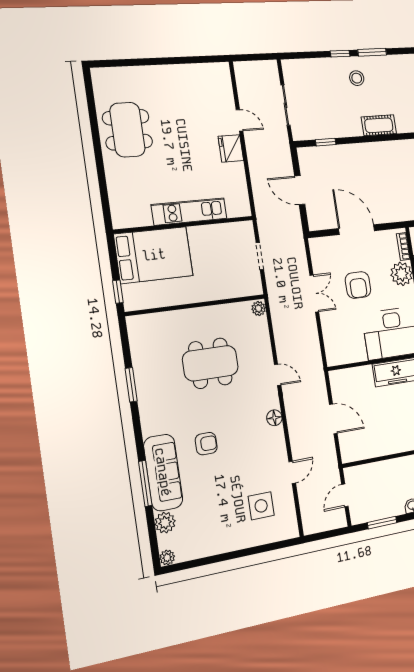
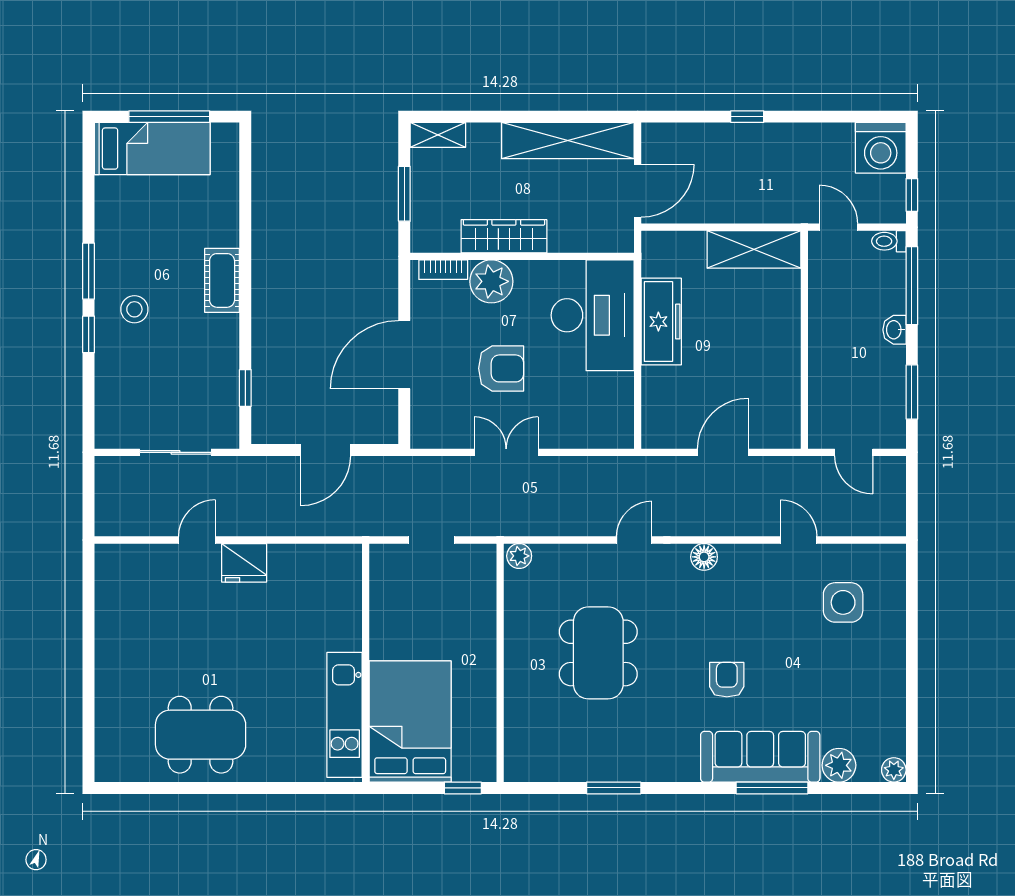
kitchen unit: (189, 212) -> (345, 715), moved

